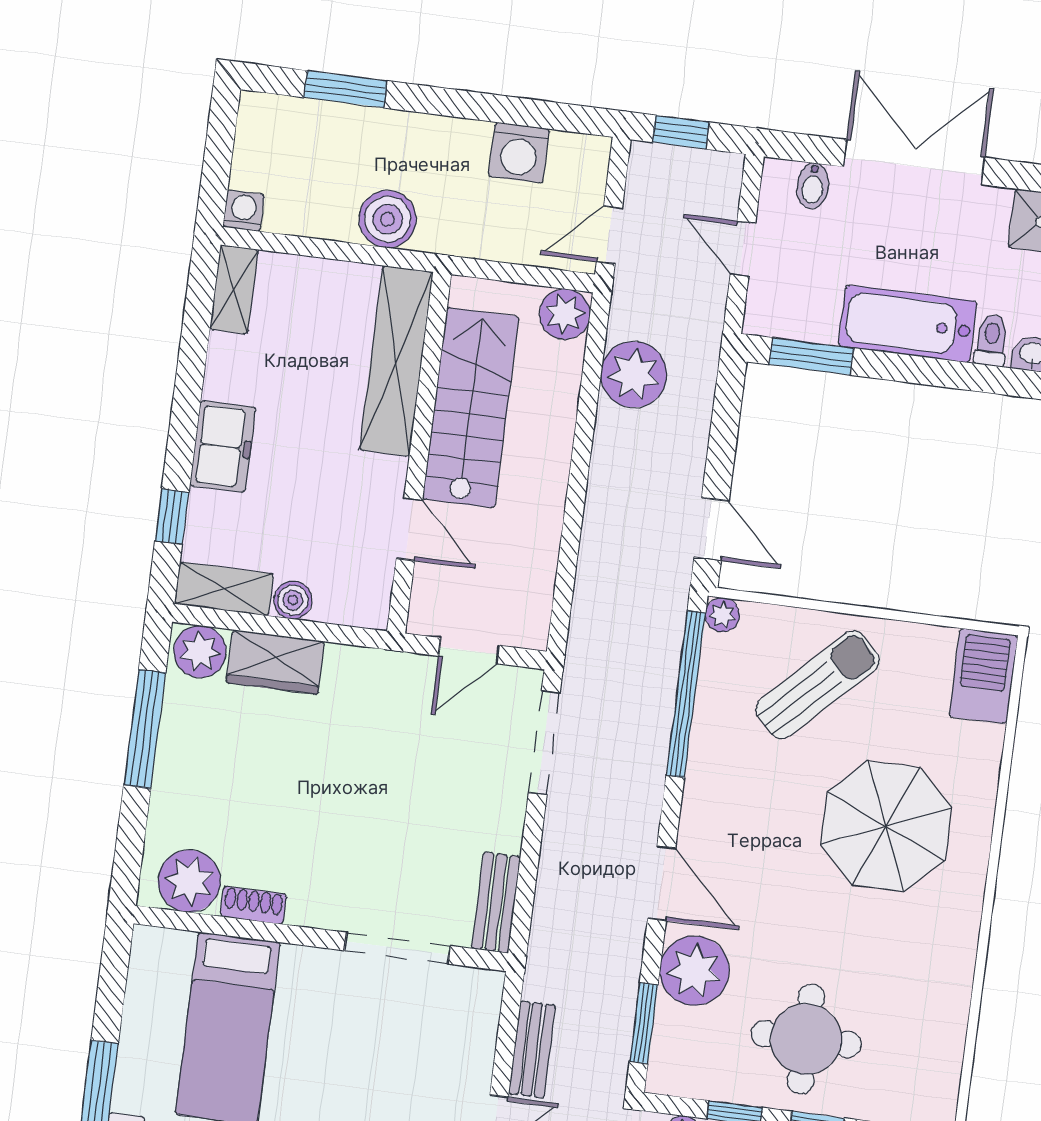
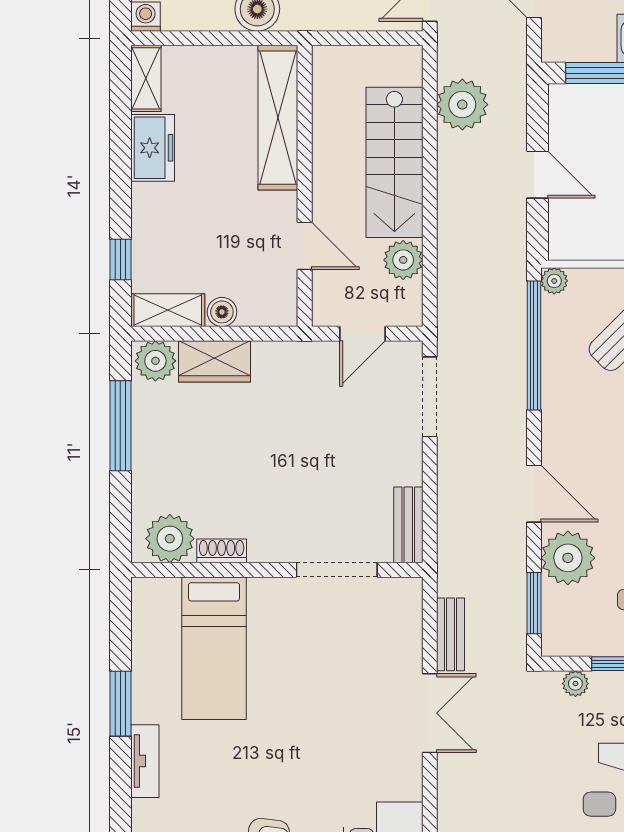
plant: (565, 314) -> (403, 260), moved
stairs: (471, 408) -> (394, 162), moved, turned 180
freezer: (223, 446) -> (153, 148), moved
door: (711, 529) -> (537, 175), moved

